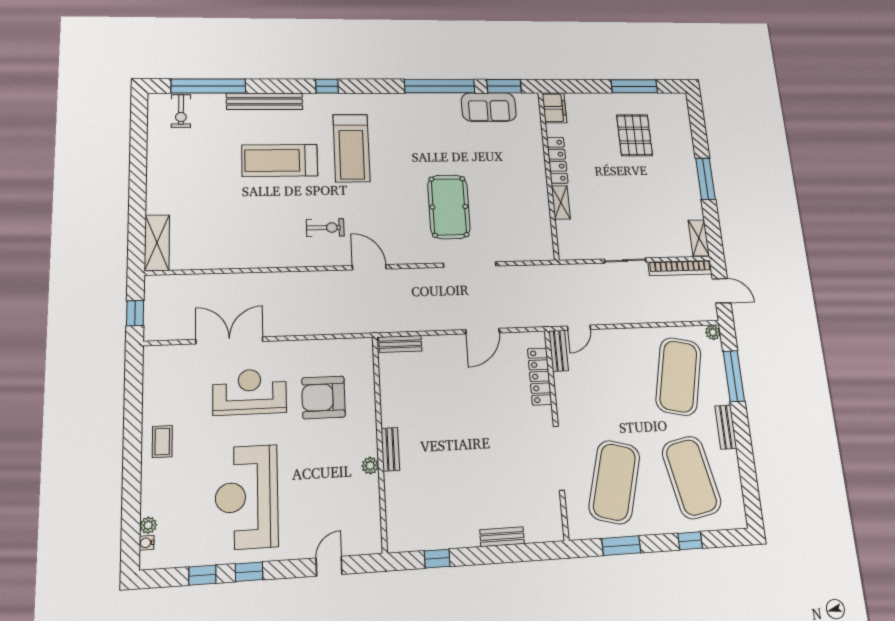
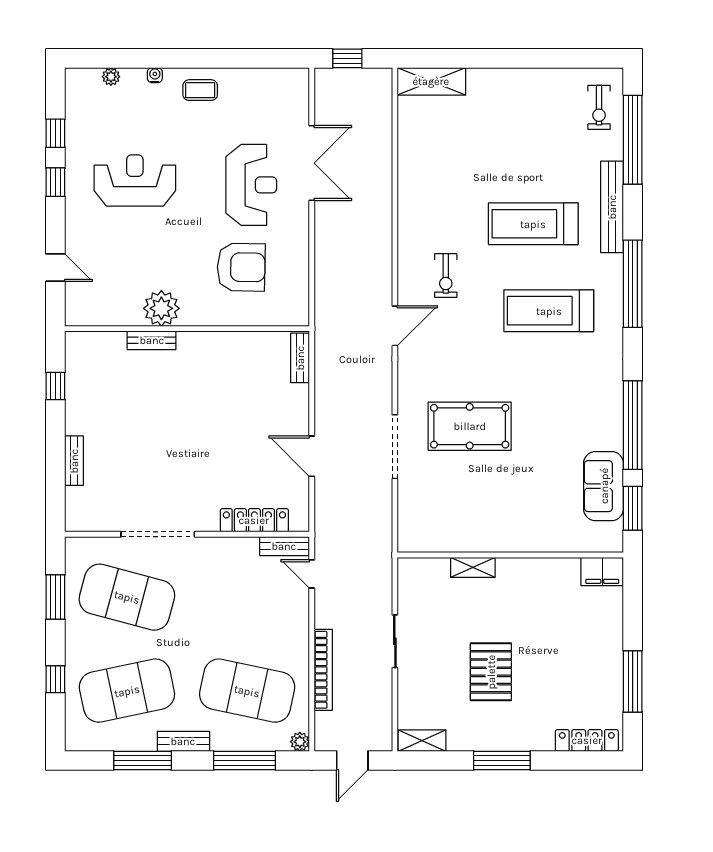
window: (327, 86) -> (633, 284), width x3.17
exercise bike: (181, 111) -> (599, 107), turned -90
pallet: (634, 135) -> (491, 672), moved, turned 90
treadmill: (280, 160) -> (533, 224), turned -90
locker: (557, 160) -> (587, 740), moved, turned 180
bookcase: (680, 268) -> (323, 670), moved, turned 180
armchair: (323, 397) -> (241, 267), turned 91
bench: (390, 449) -> (152, 340), moved
window: (746, 461) -> (143, 761), added
plant: (370, 466) -> (161, 308), width x1.87, depth x1.87
reception desk: (247, 497) -> (135, 180), width x0.74, depth x0.77
water cooler: (147, 543) -> (155, 75), moved

